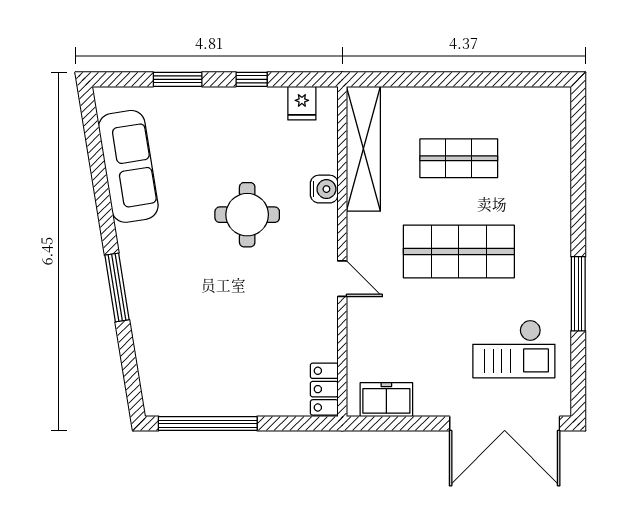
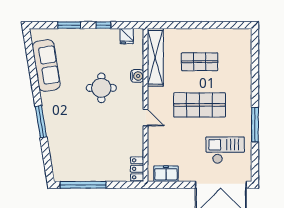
checkout: (514, 349) -> (225, 150), turned 180

